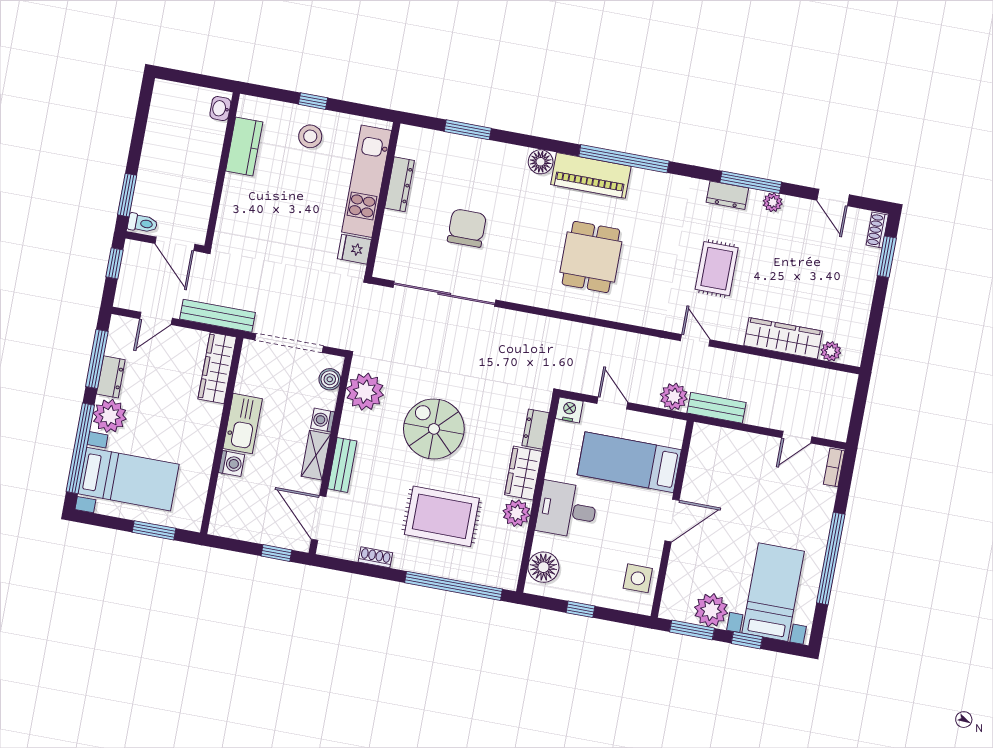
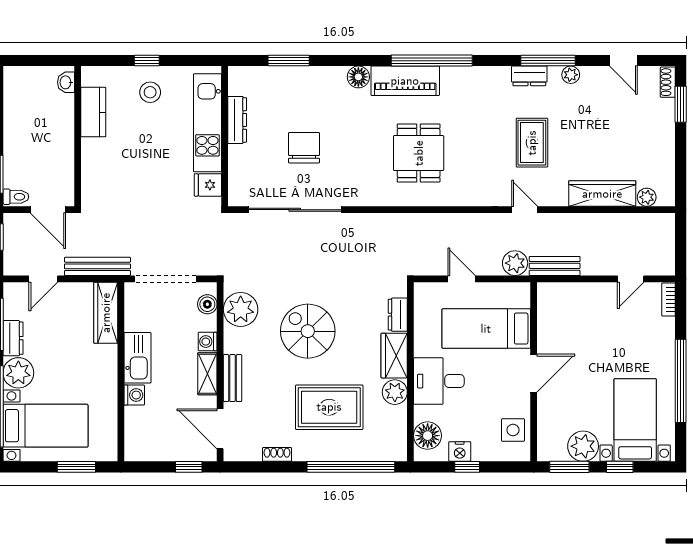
nightstand: (569, 410) -> (460, 452), moved, turned 180

